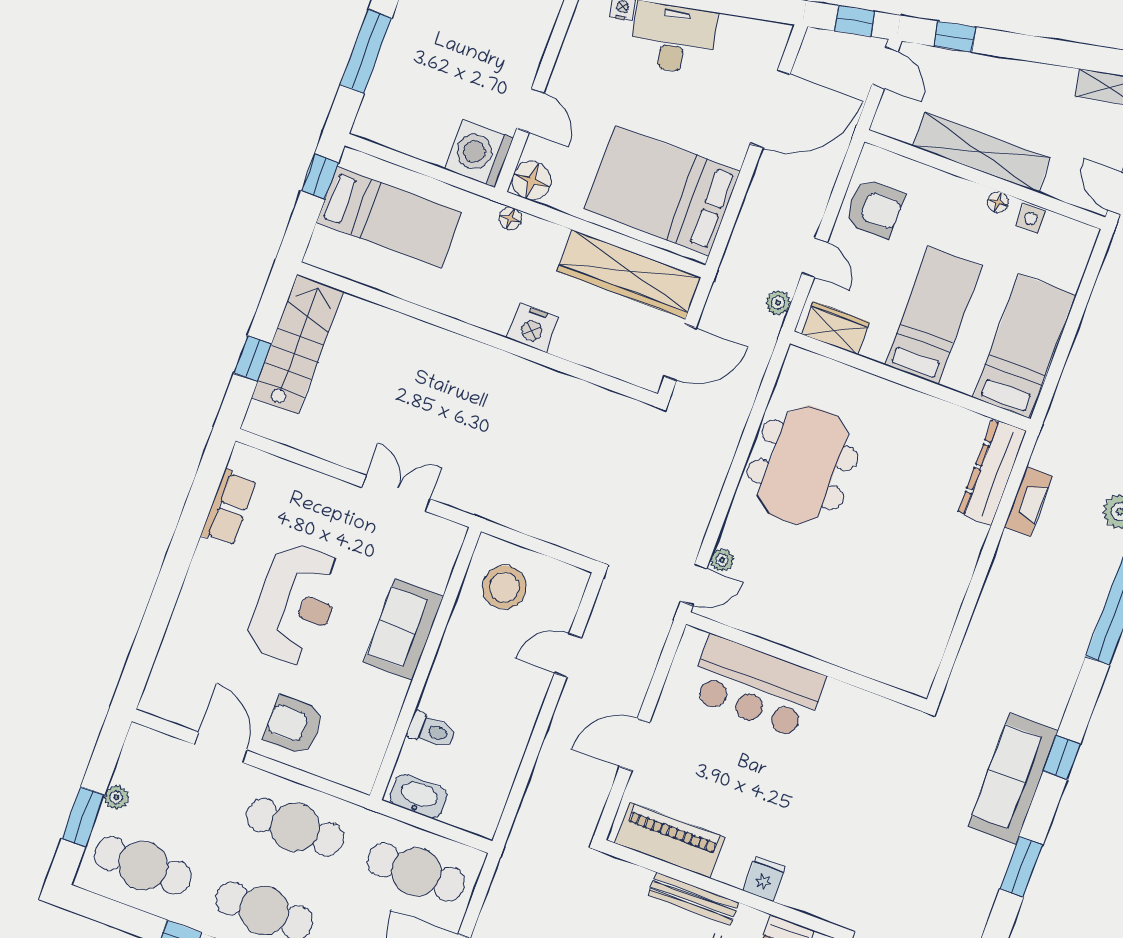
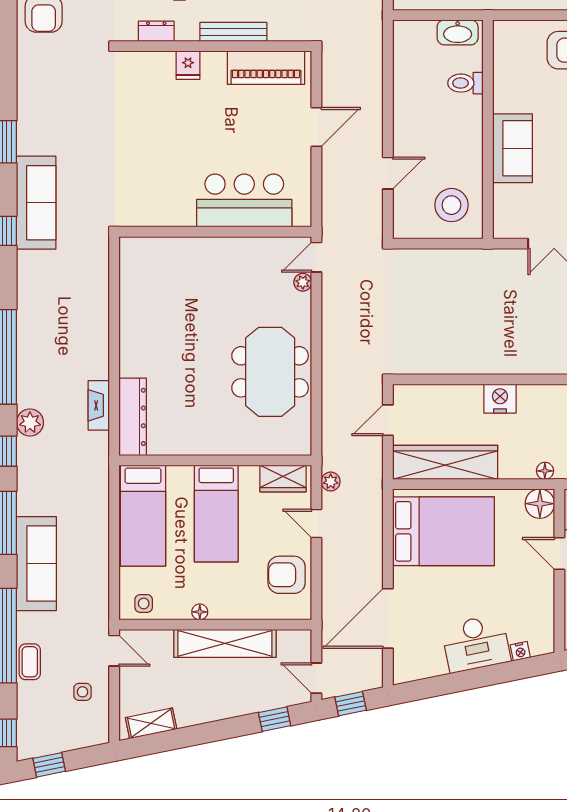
side table: (1031, 218) -> (144, 603), moved
door: (680, 352) -> (388, 420), width x0.73

